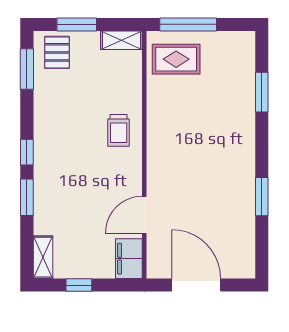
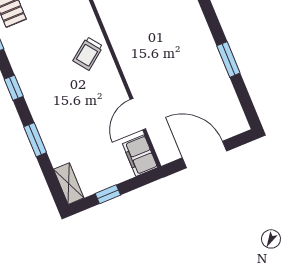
trolley: (119, 130) -> (88, 54), turned 53
window: (27, 152) -> (14, 88), moved

